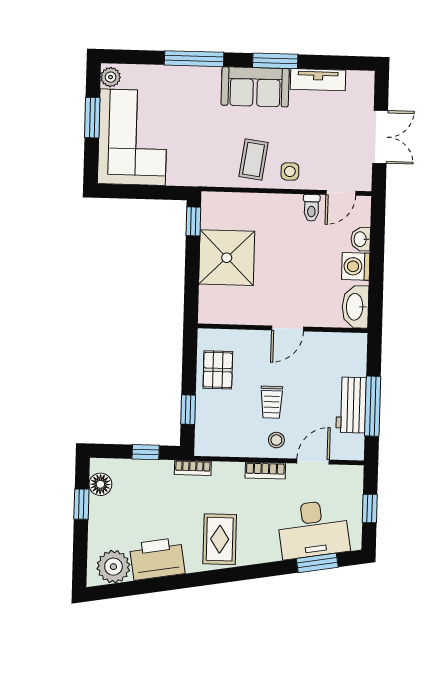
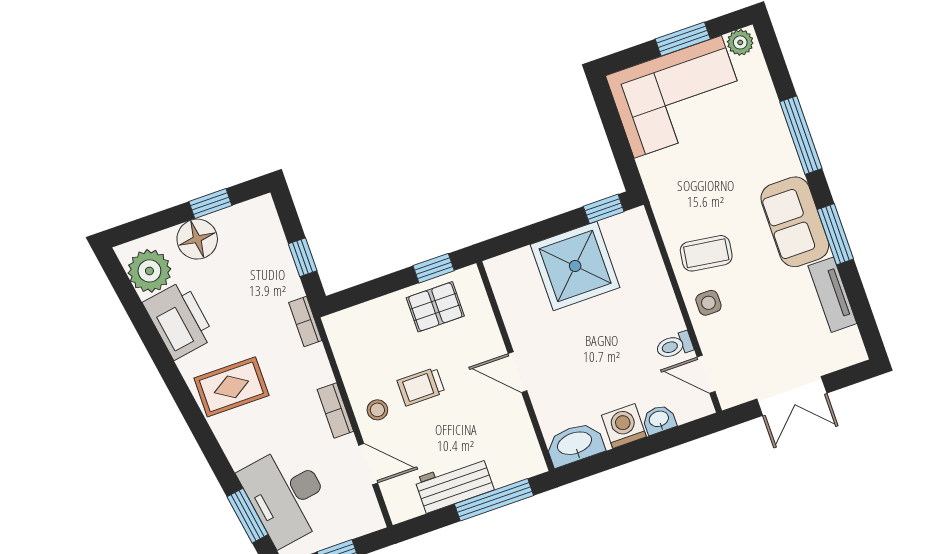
window: (373, 406) -> (494, 500), moved
window: (188, 410) -> (434, 268), moved
floor lamp: (100, 484) -> (197, 239), moved, width x1.38, depth x1.38

